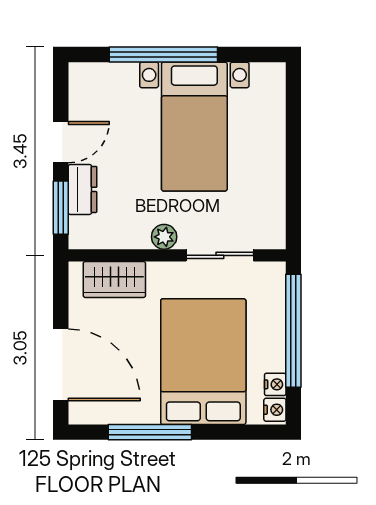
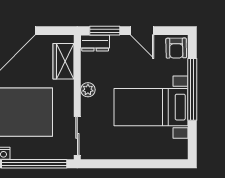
armchair: (91, 83) -> (176, 48), added
dresser: (82, 189) -> (95, 43), moved
sliding door: (220, 255) -> (77, 136), moved

